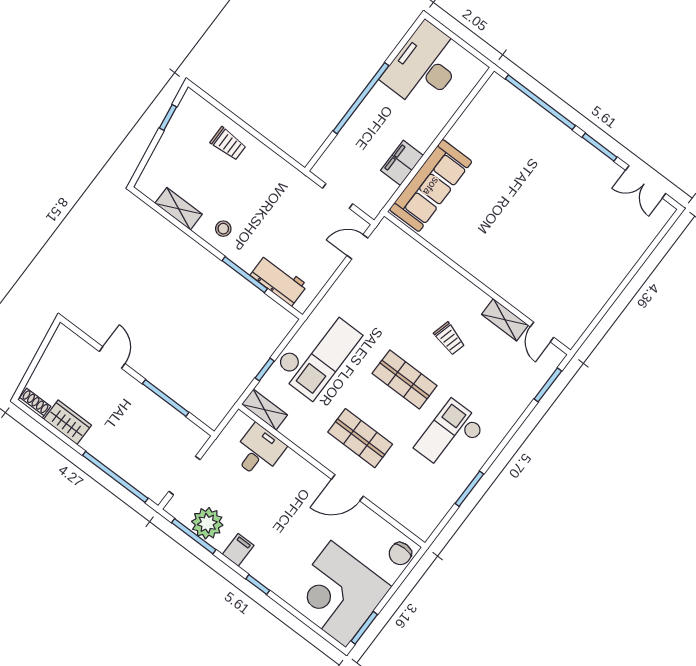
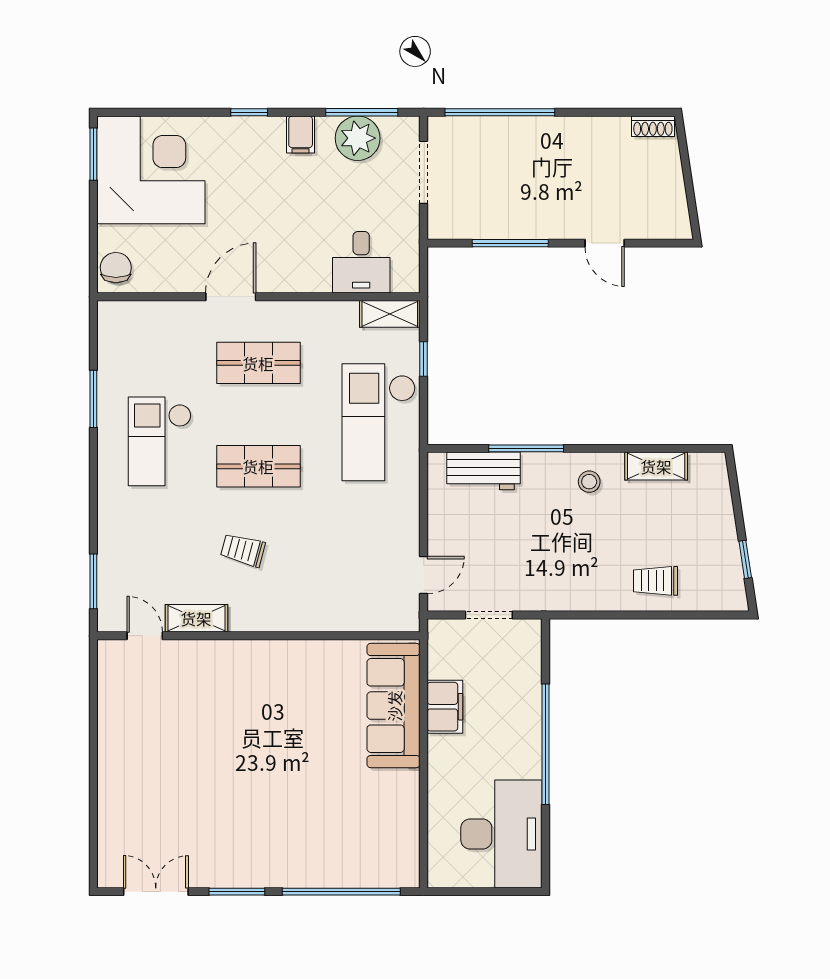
wardrobe: (68, 422) -> (600, 133), removed
checkout: (450, 436) -> (160, 441), turned 180

